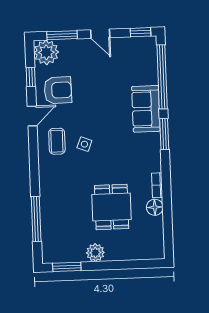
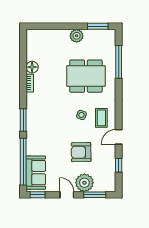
plant: (46, 52) -> (84, 183), moved
armchair: (58, 90) -> (81, 152), moved
sofa: (146, 109) -> (36, 173), moved
dining table: (112, 207) -> (86, 76), moved, width x1.38

